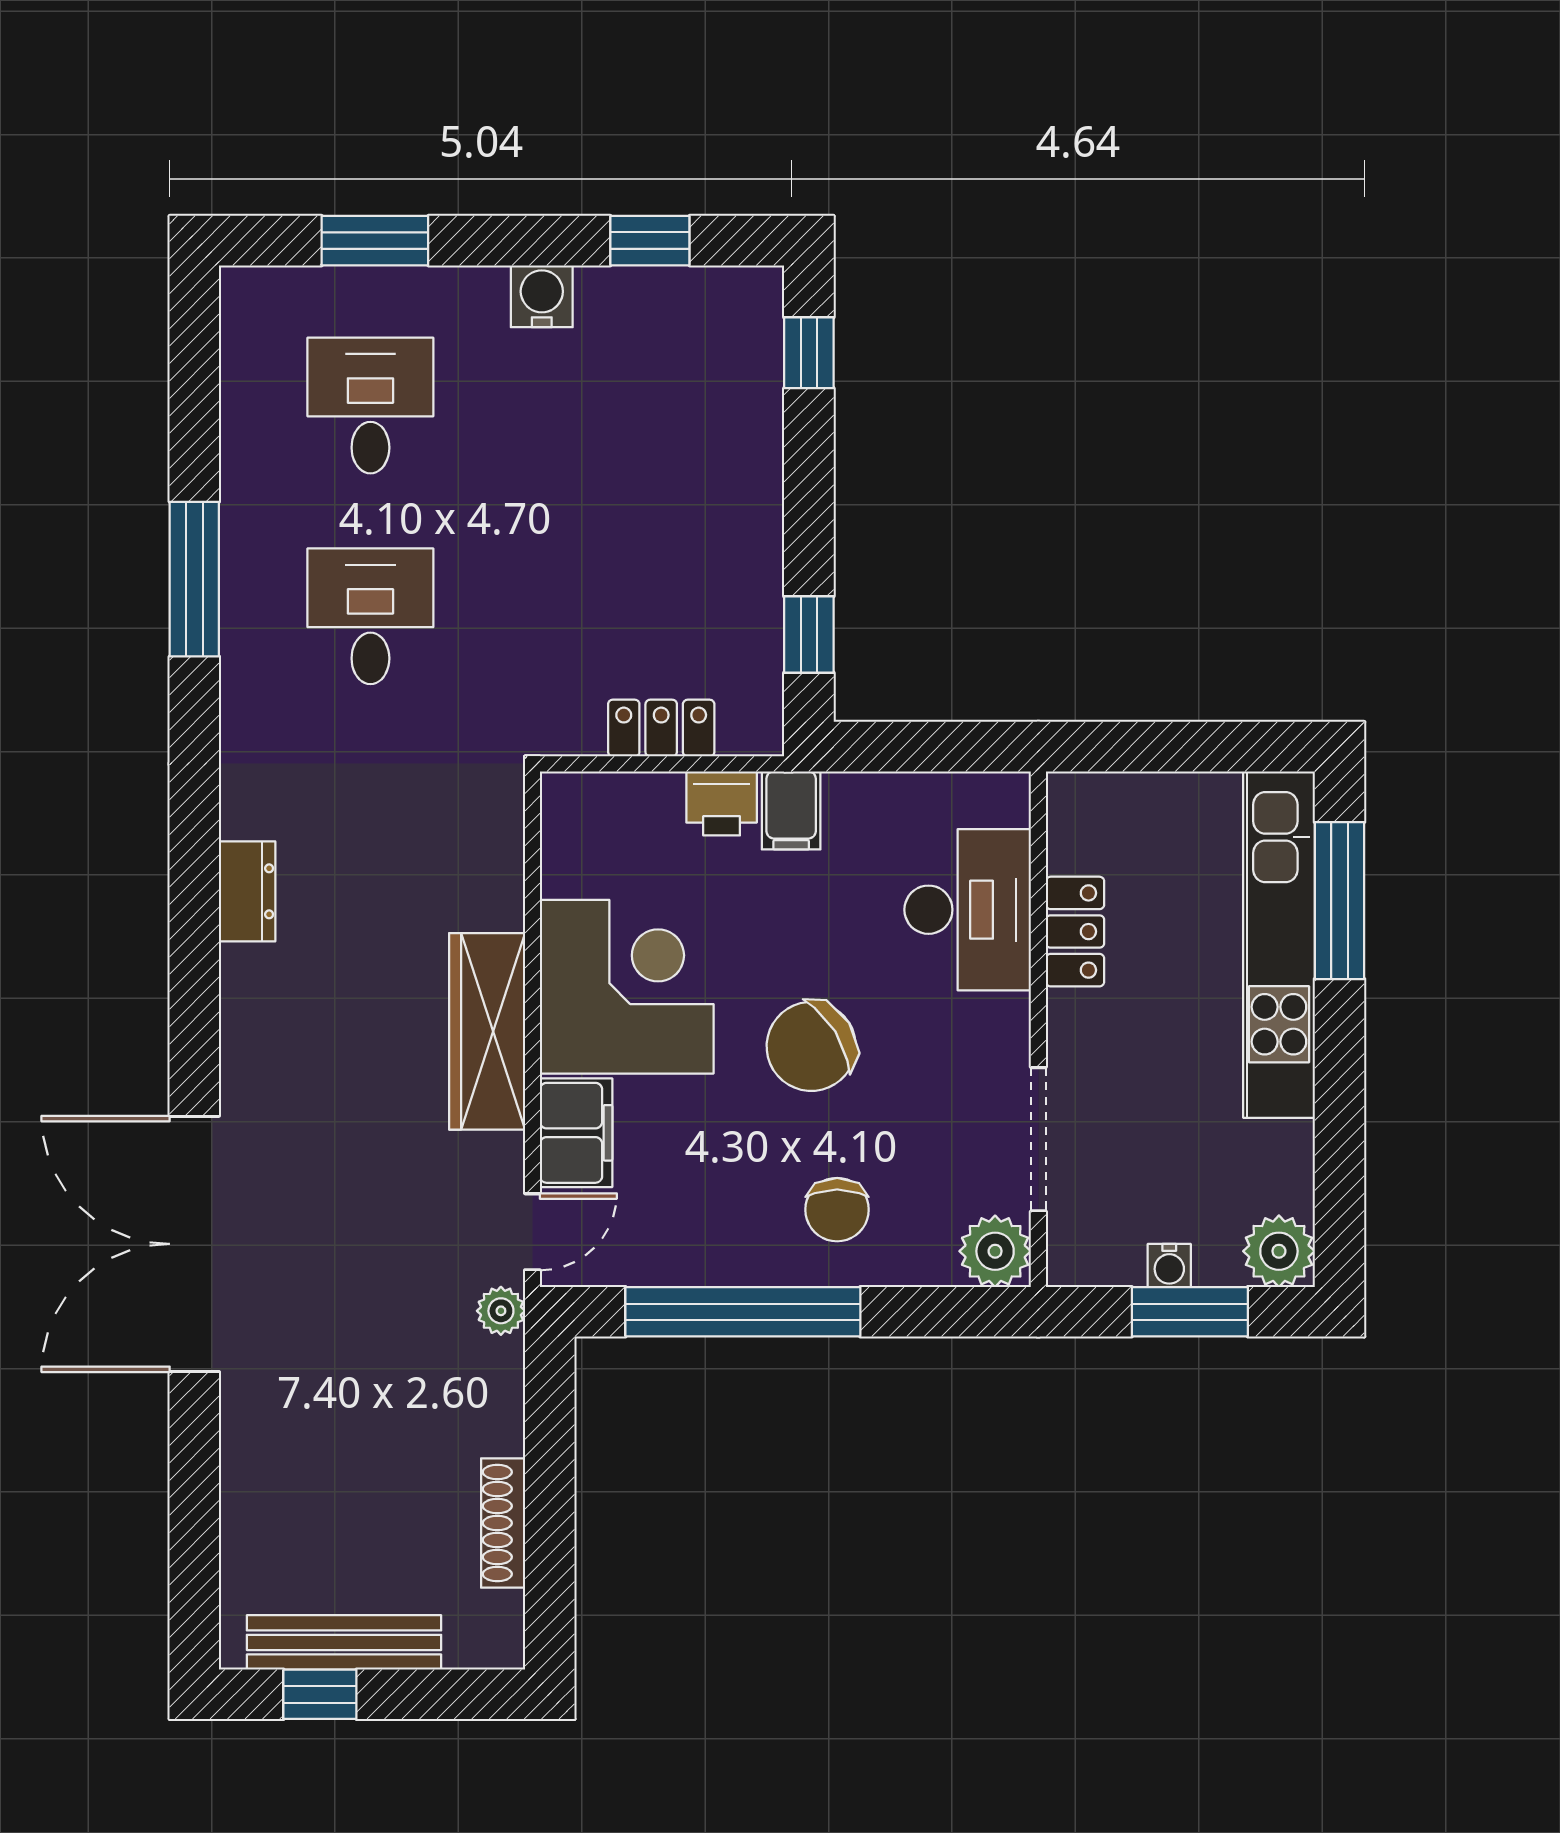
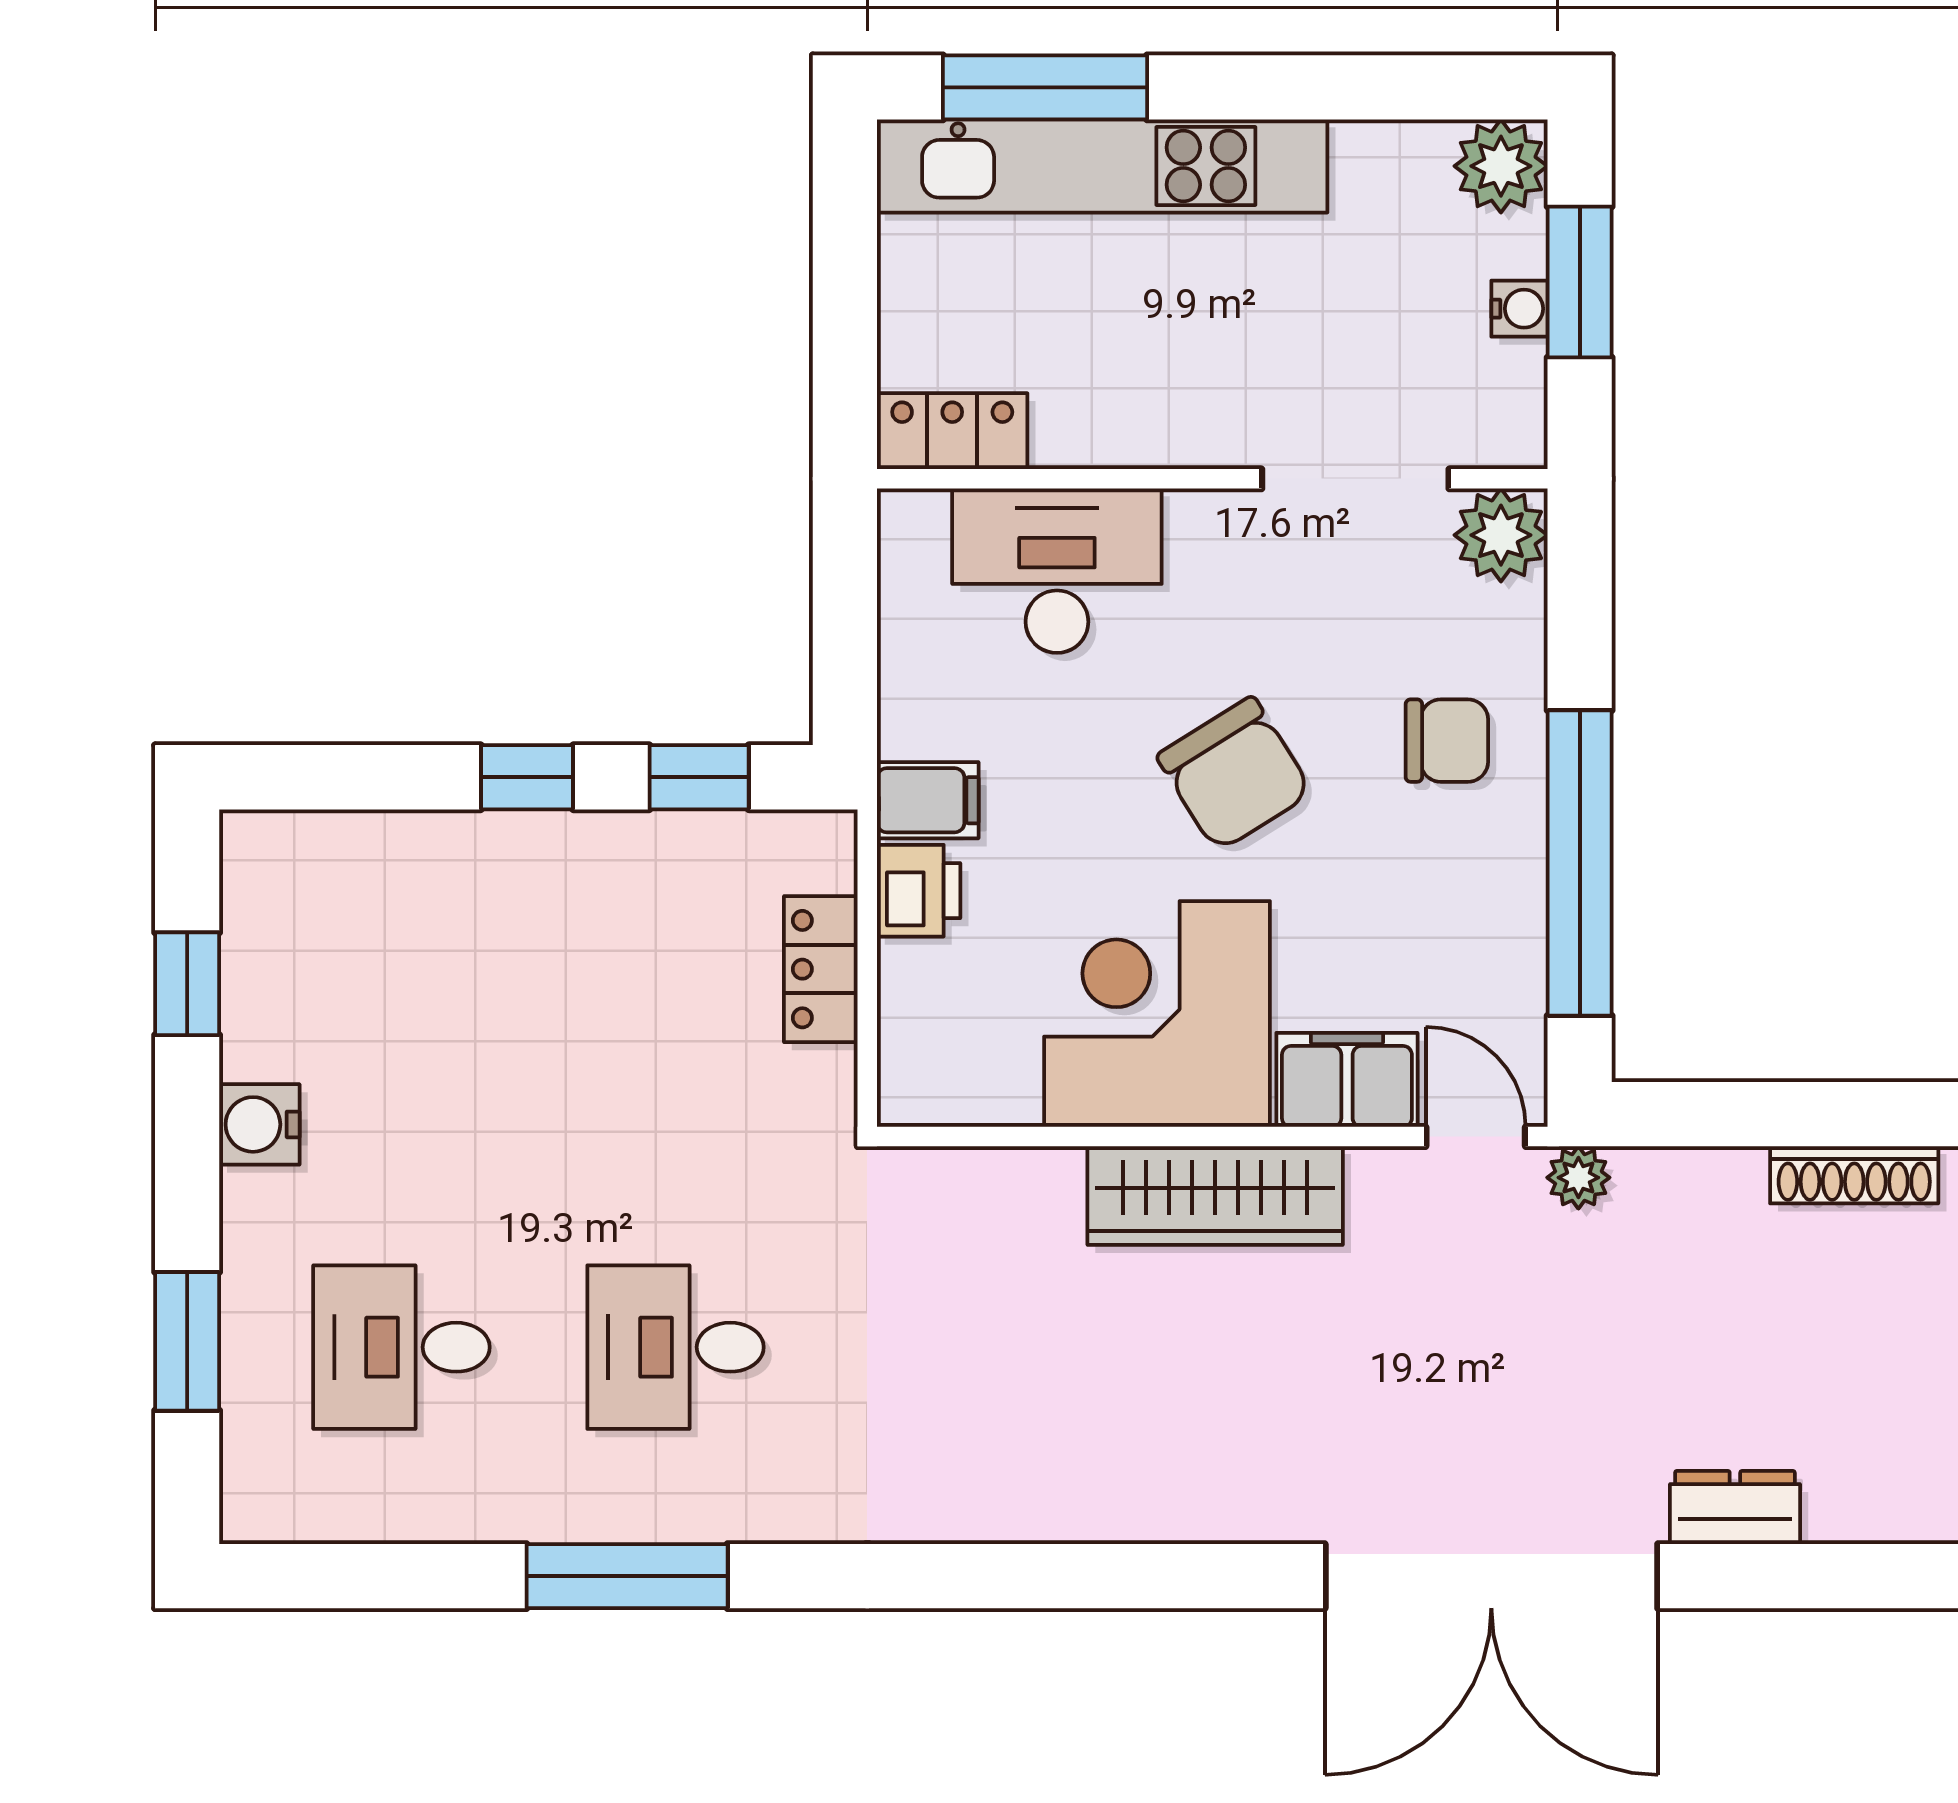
window: (809, 353) -> (527, 777), moved
dresser: (247, 891) -> (1735, 1507), moved
locker: (1075, 932) -> (952, 431), moved

